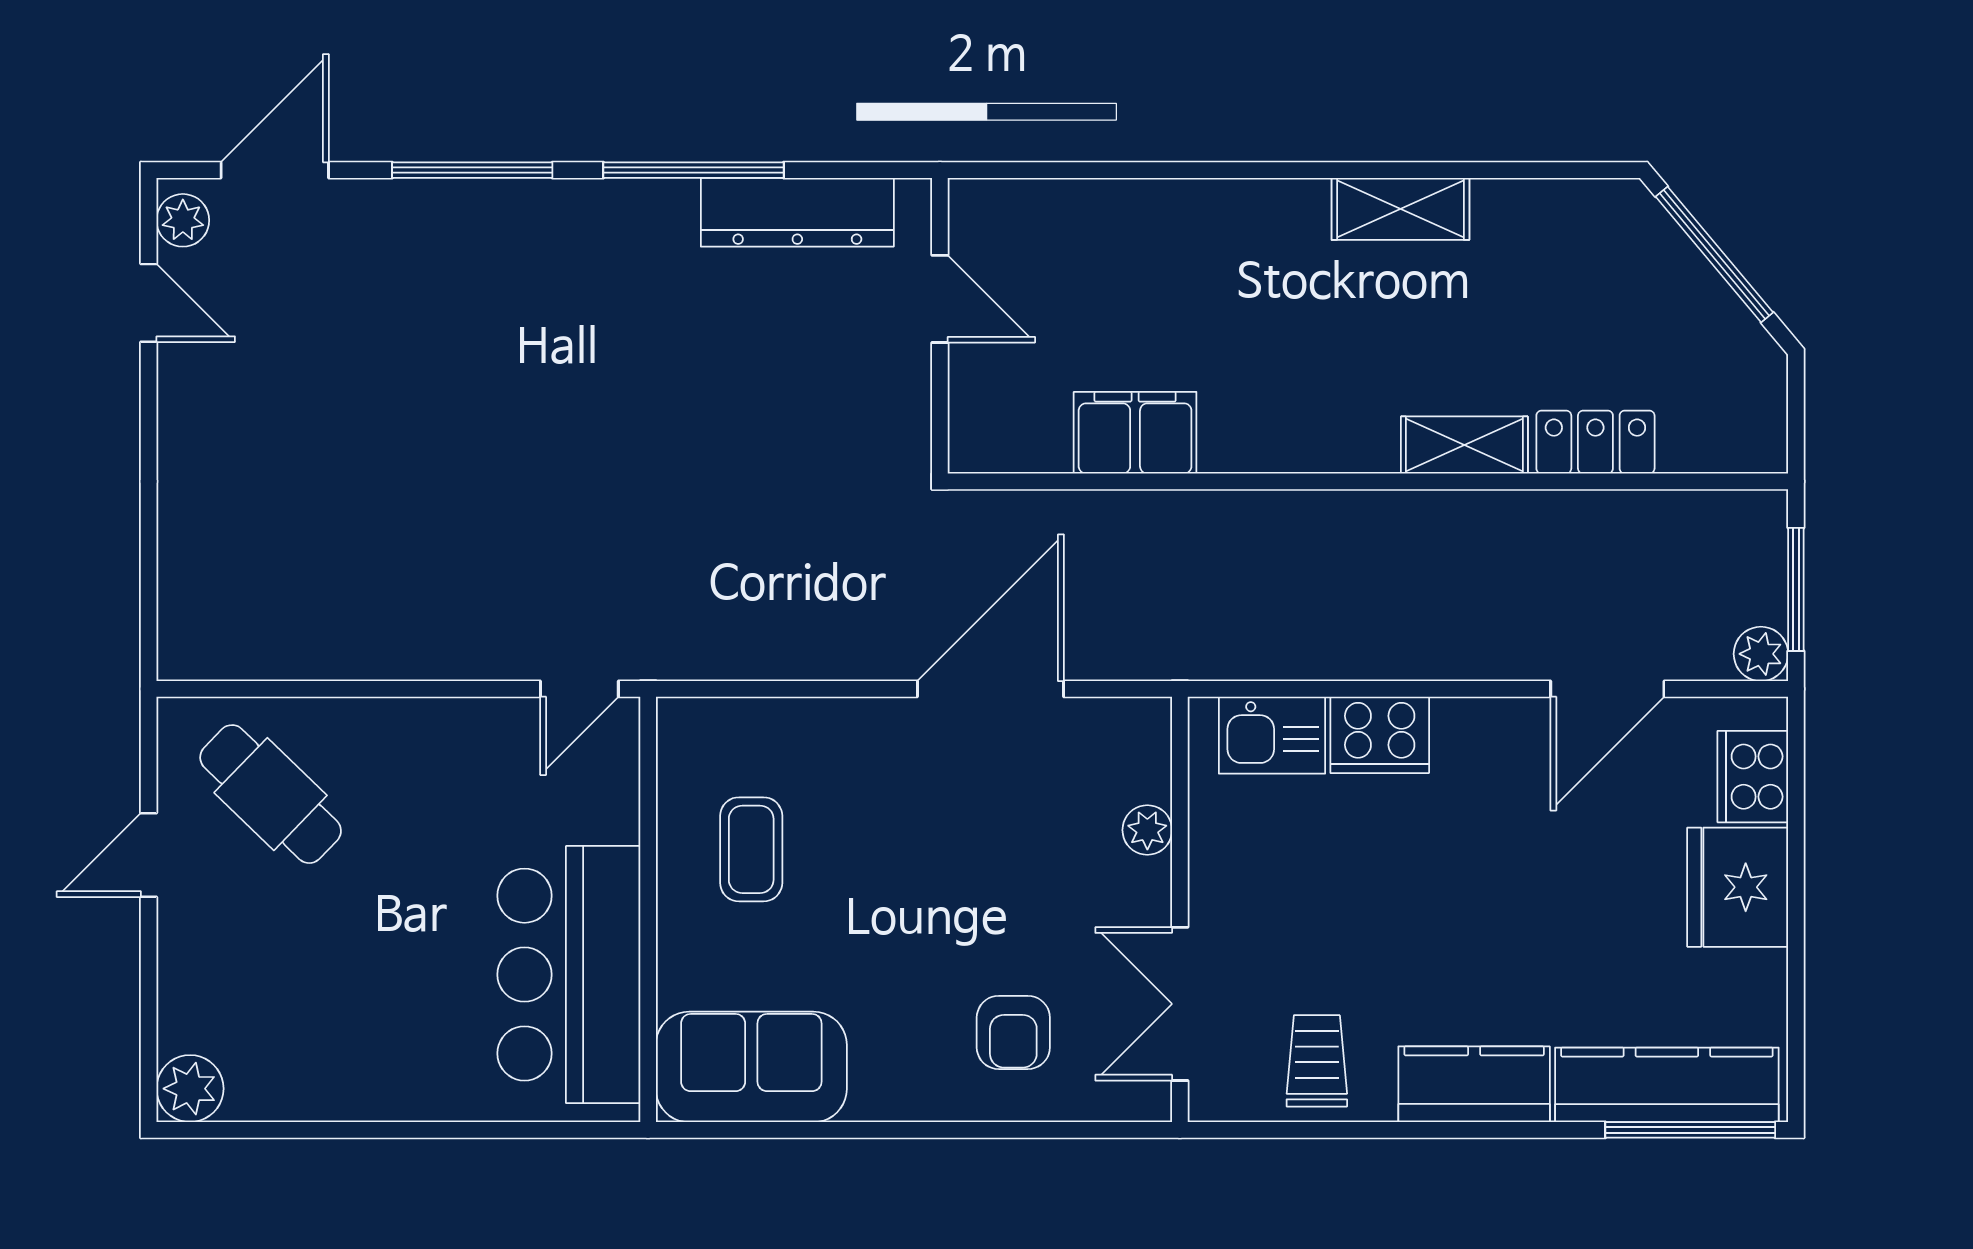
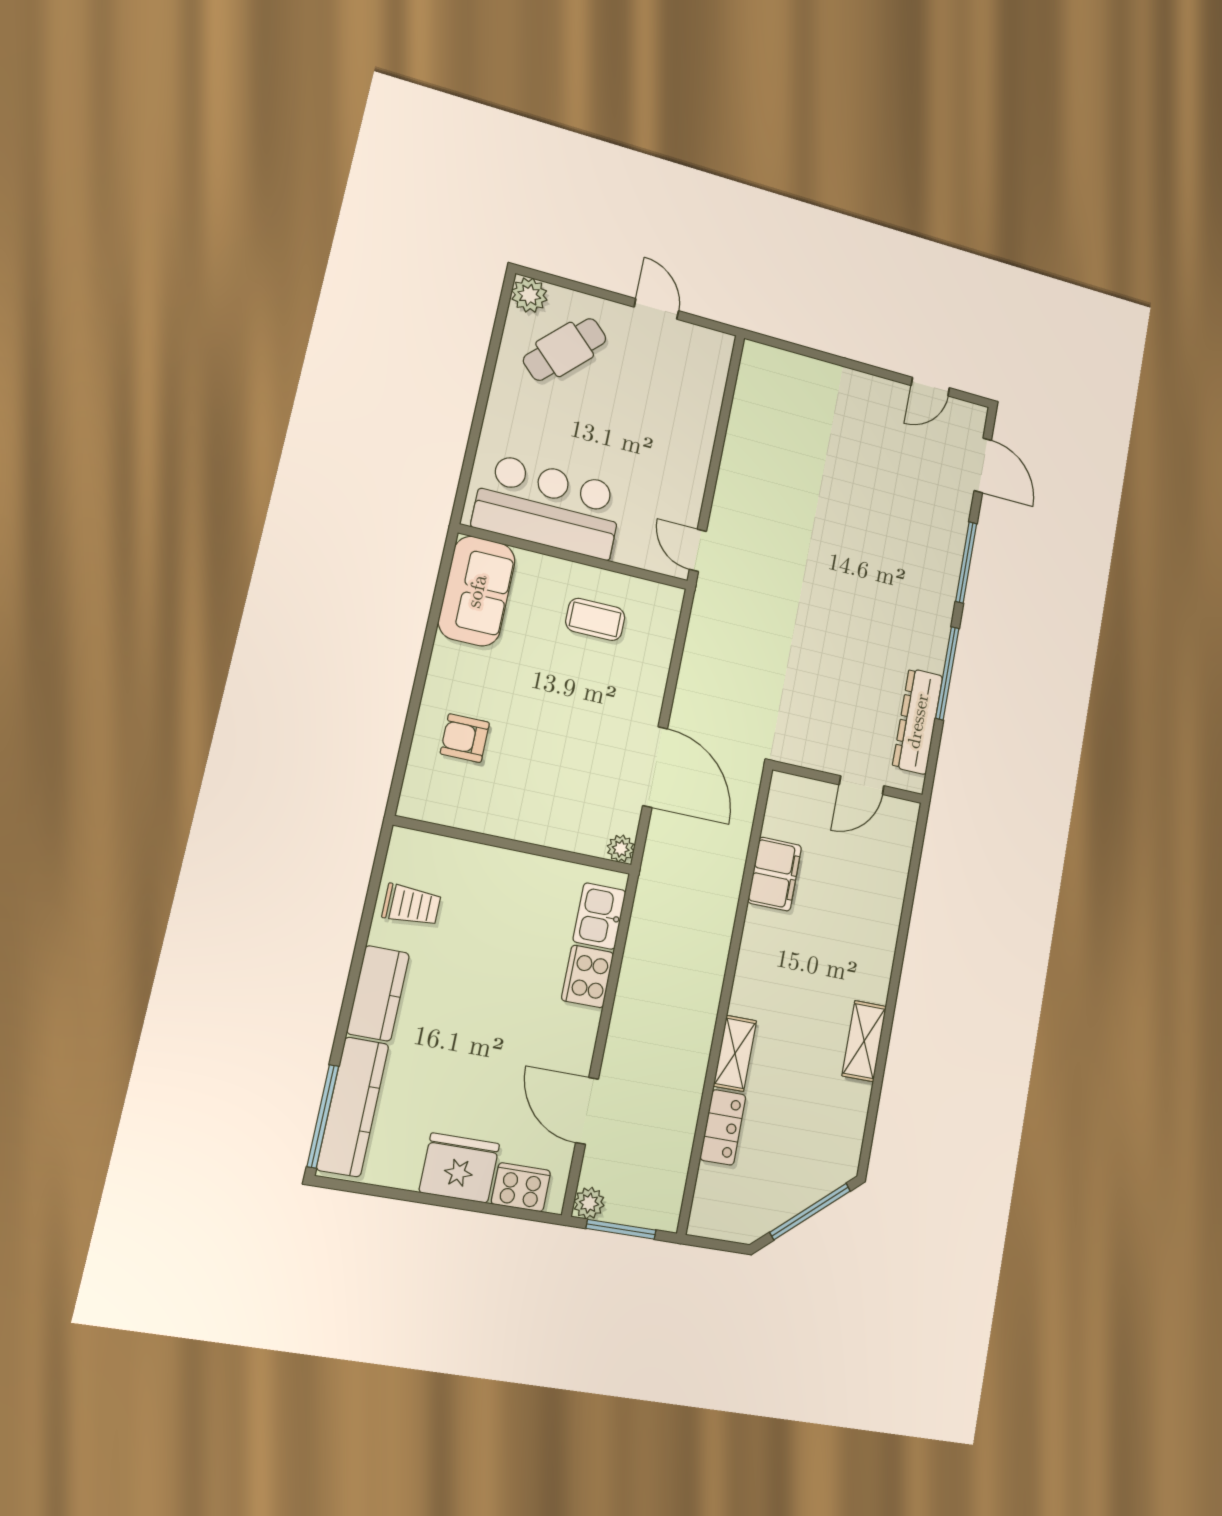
plant: (183, 220) -> (967, 414), removed
cafe table: (271, 794) -> (565, 349), moved
plant: (1147, 830) -> (621, 849), moved
double door: (1180, 1004) -> (461, 834), removed

